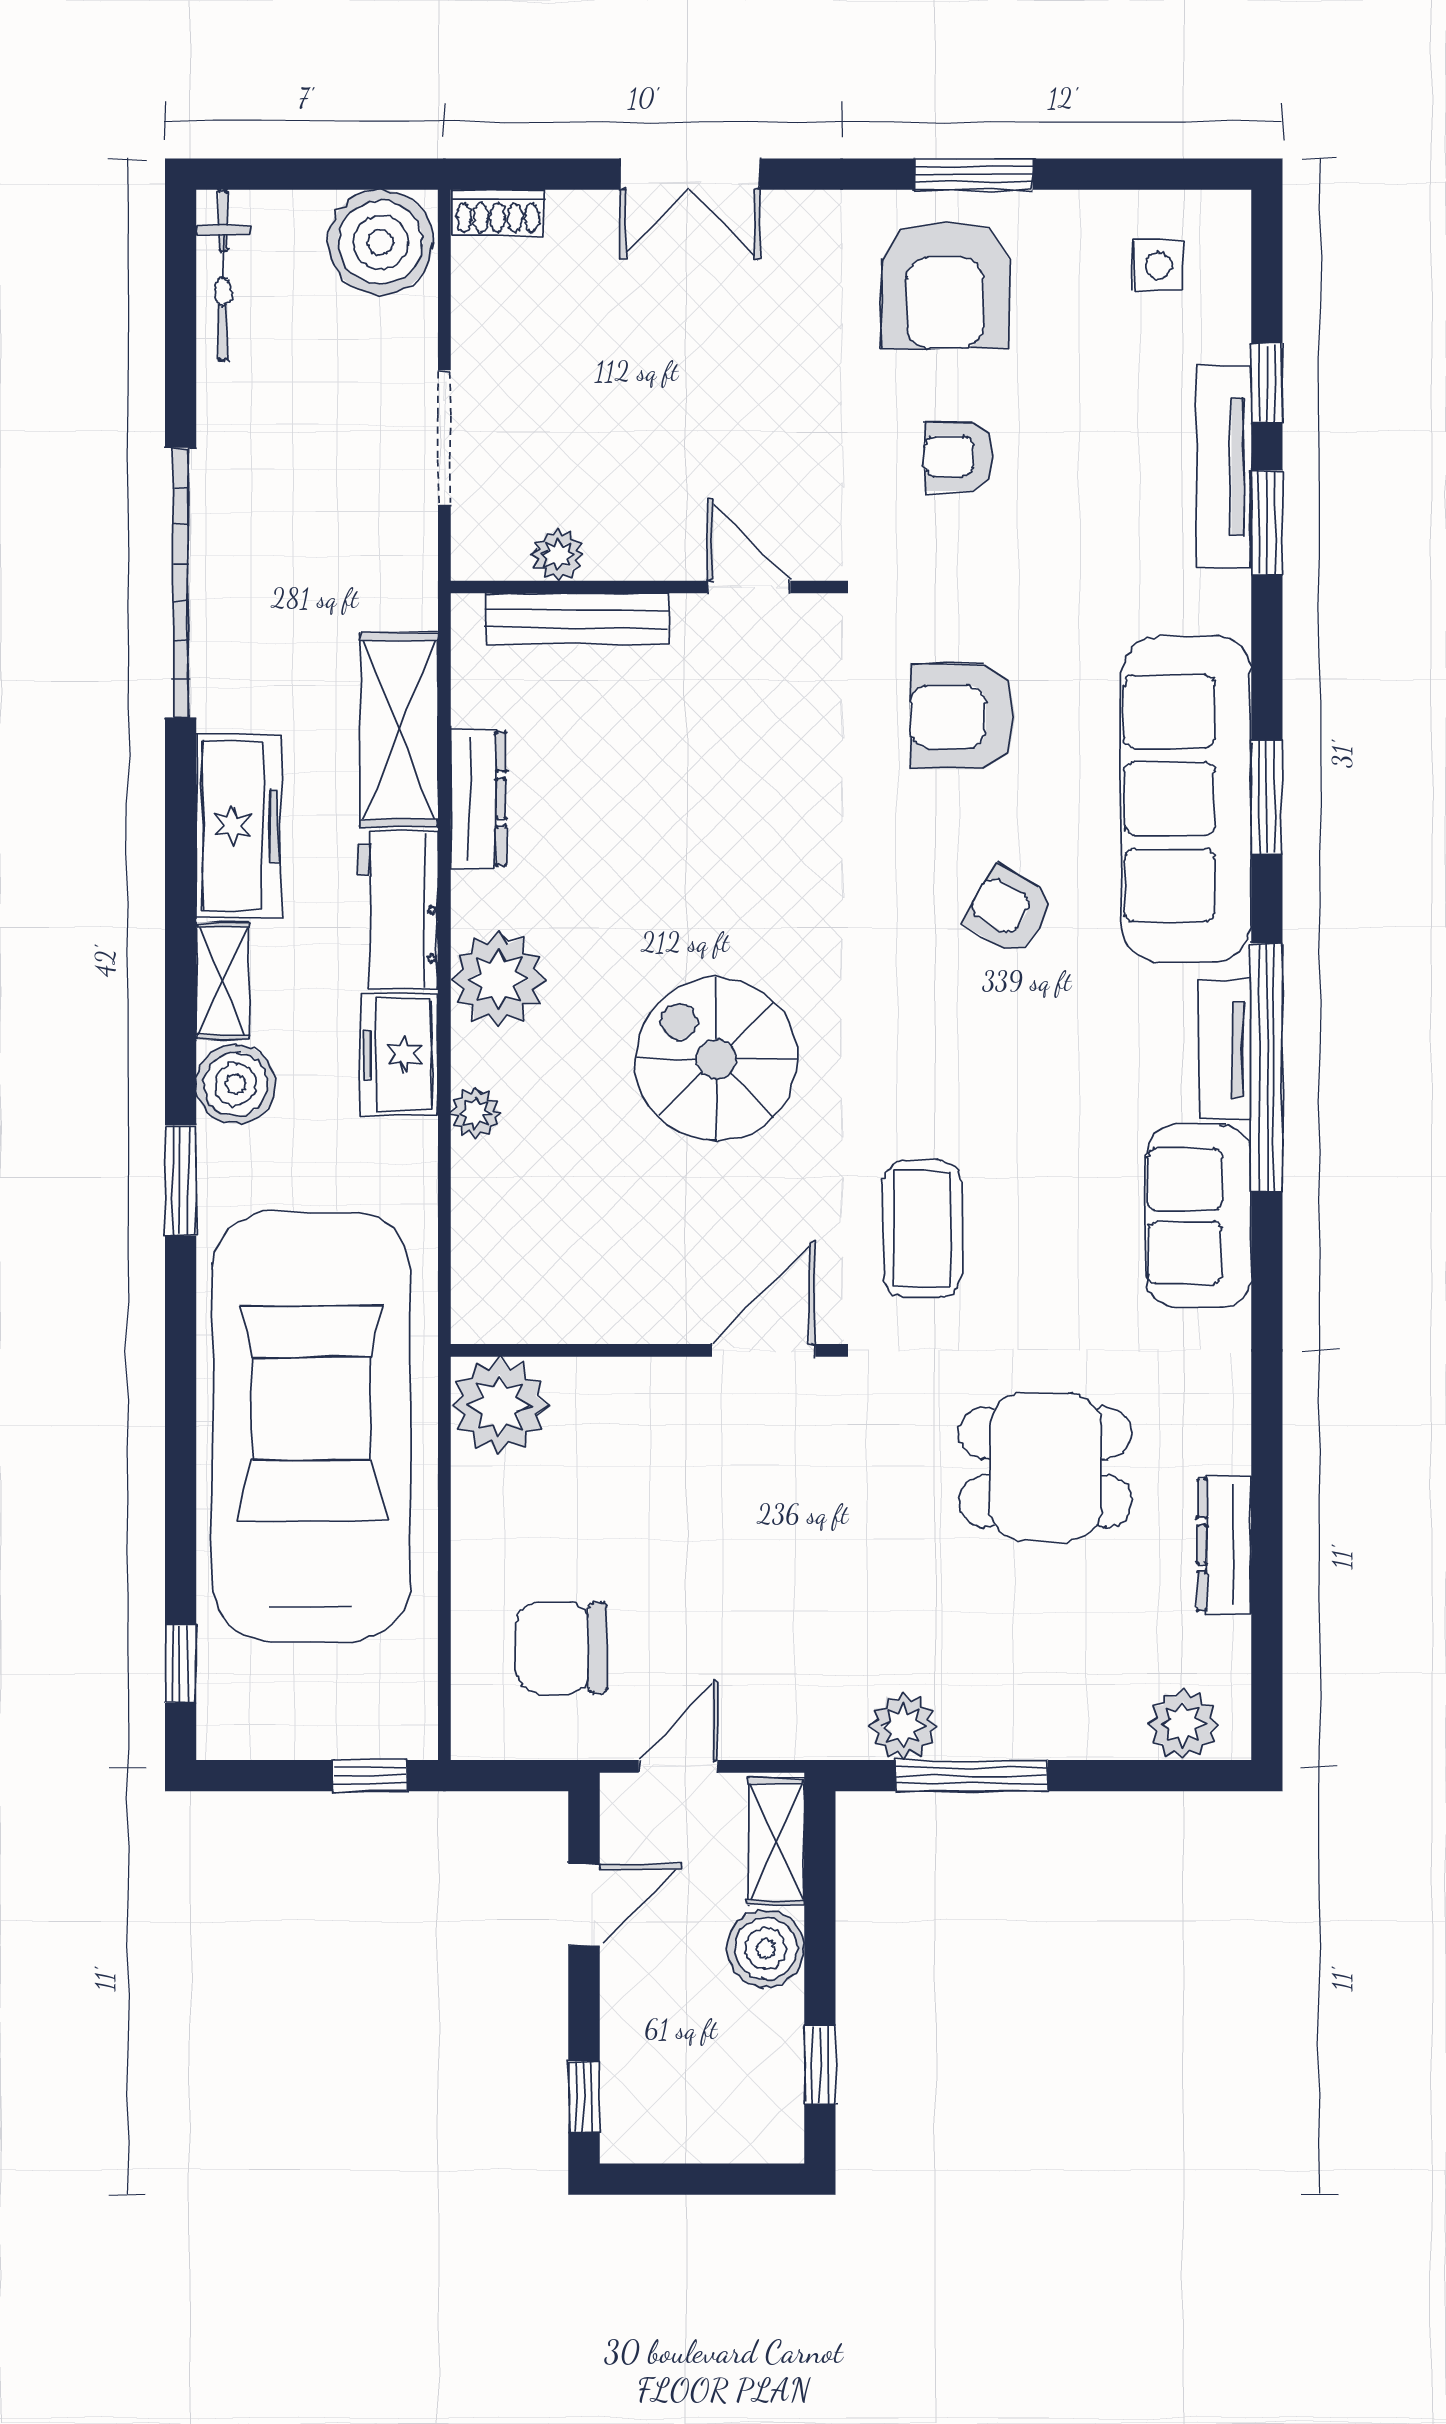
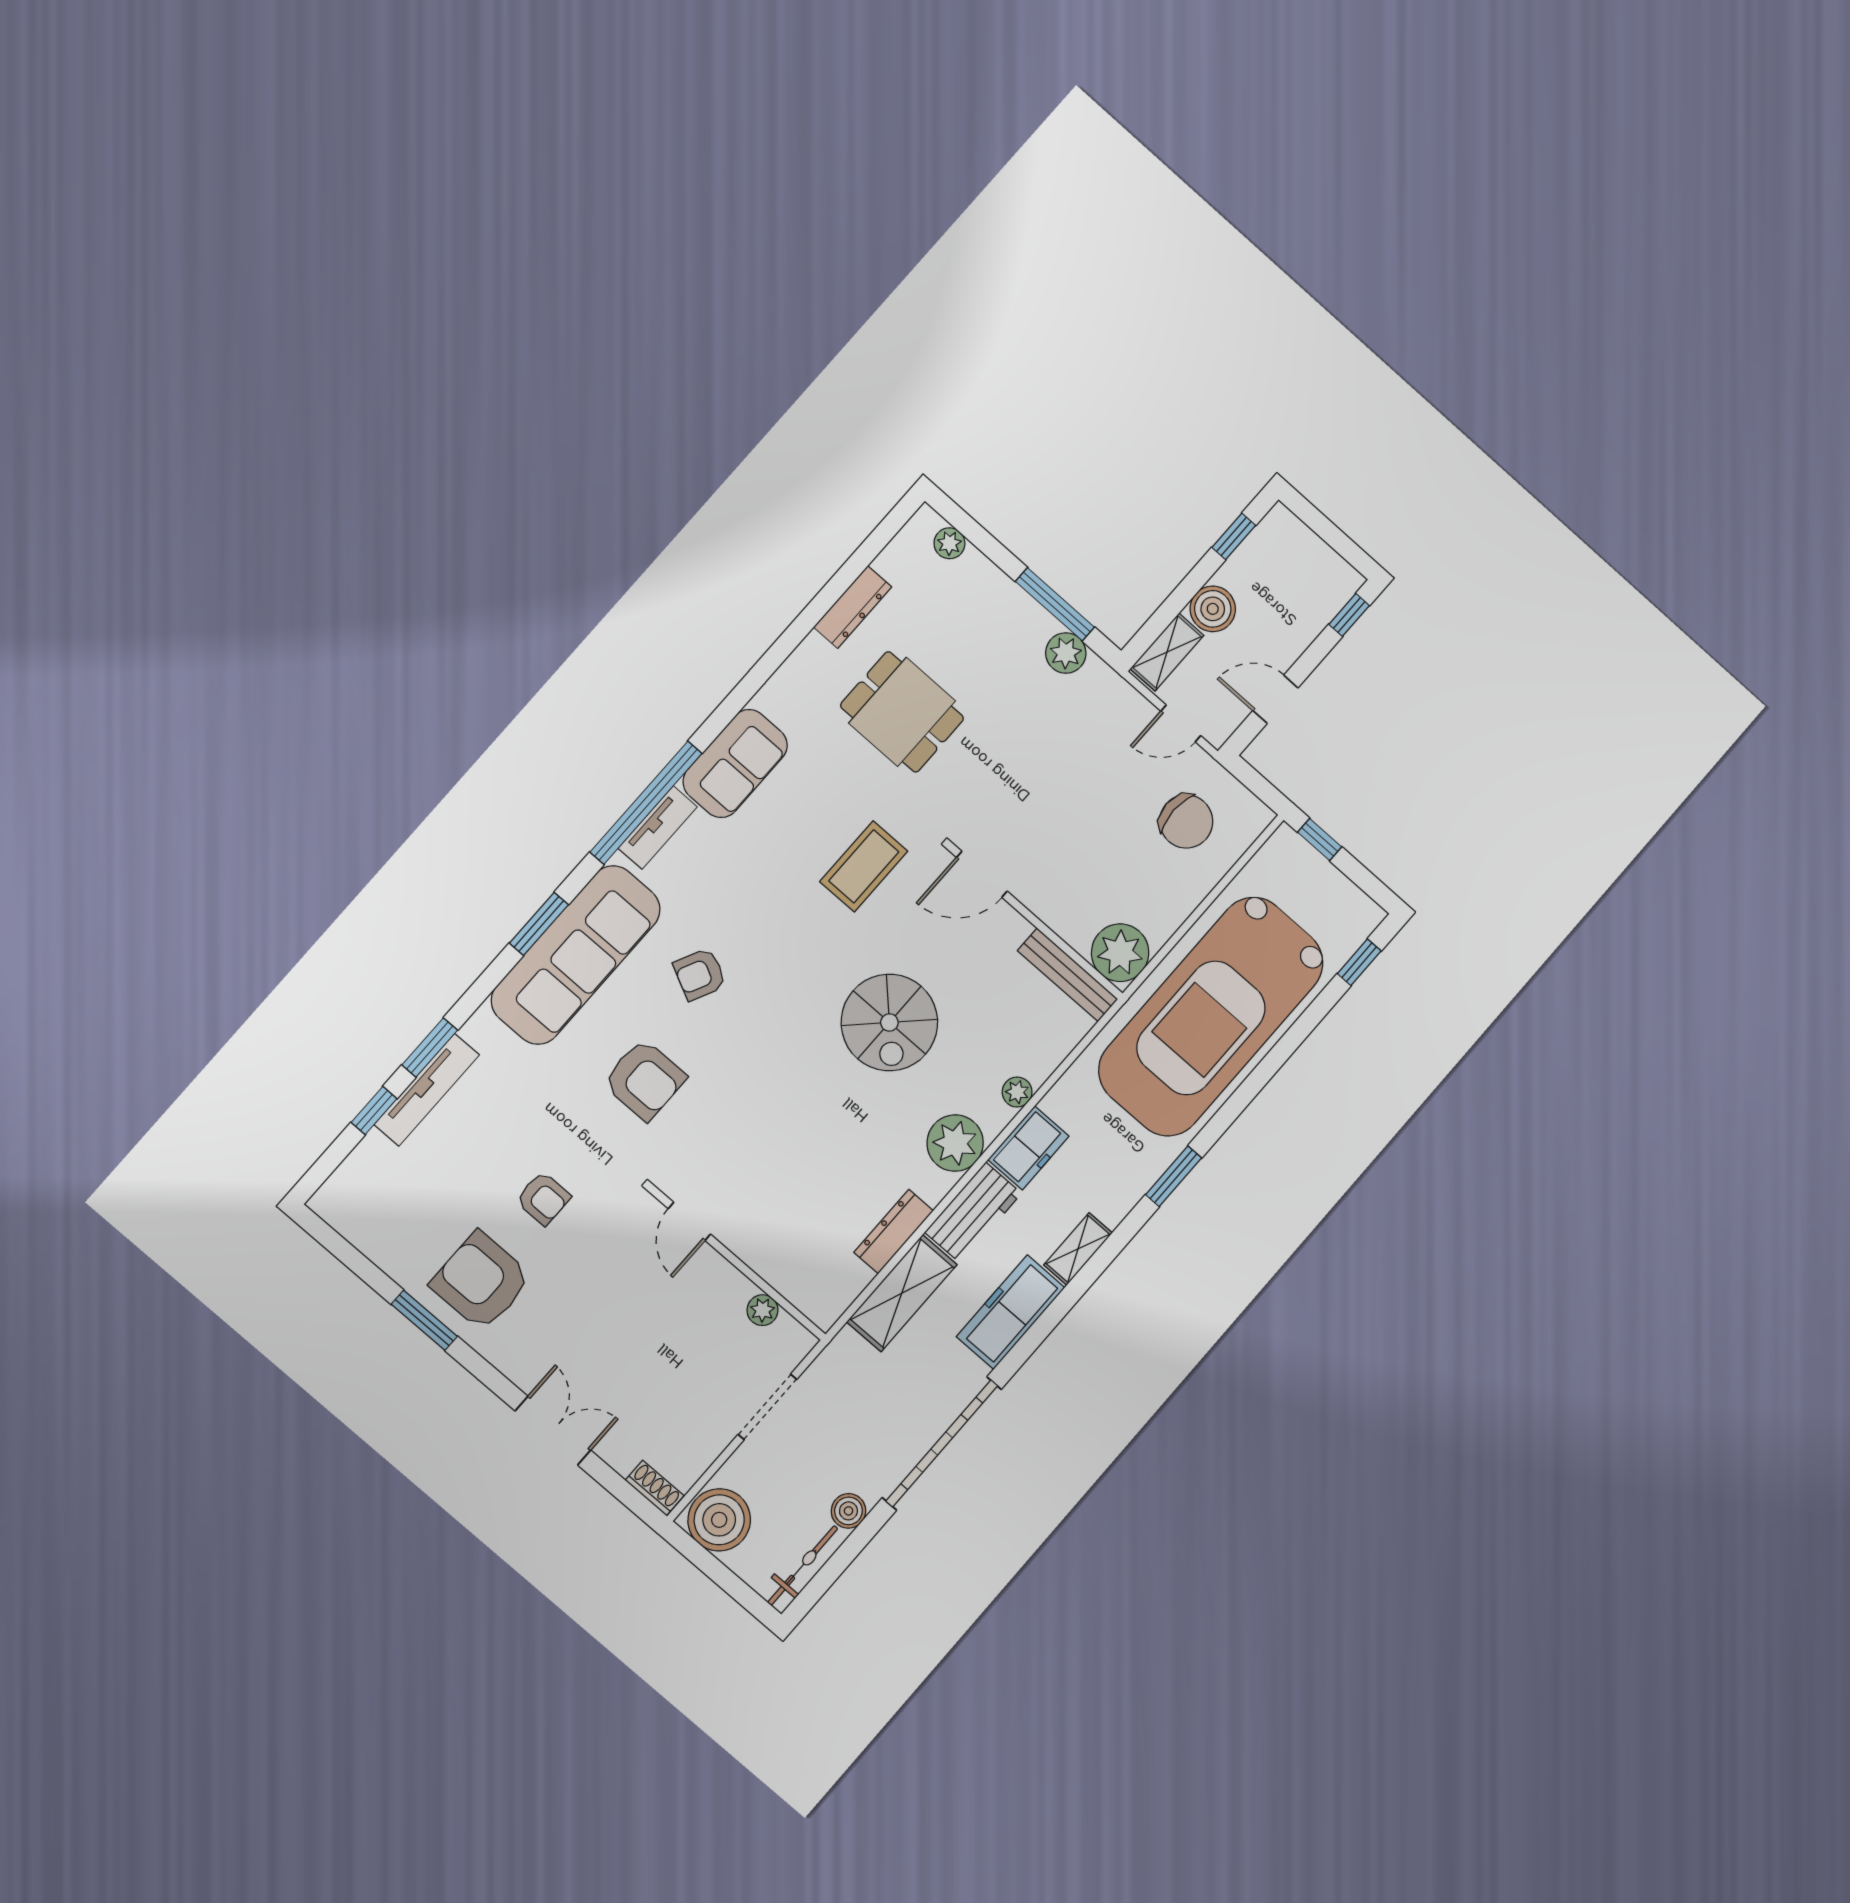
side table: (1158, 266) -> (377, 1206), removed
armchair: (945, 285) -> (481, 1281), turned -90
bench: (576, 619) -> (1068, 975), moved
armchair: (1009, 911) -> (700, 974), turned 86
boiler: (236, 1084) -> (848, 1511), moved, width x0.73, depth x0.73
plant: (1183, 1724) -> (949, 543), width x0.73, depth x0.73

